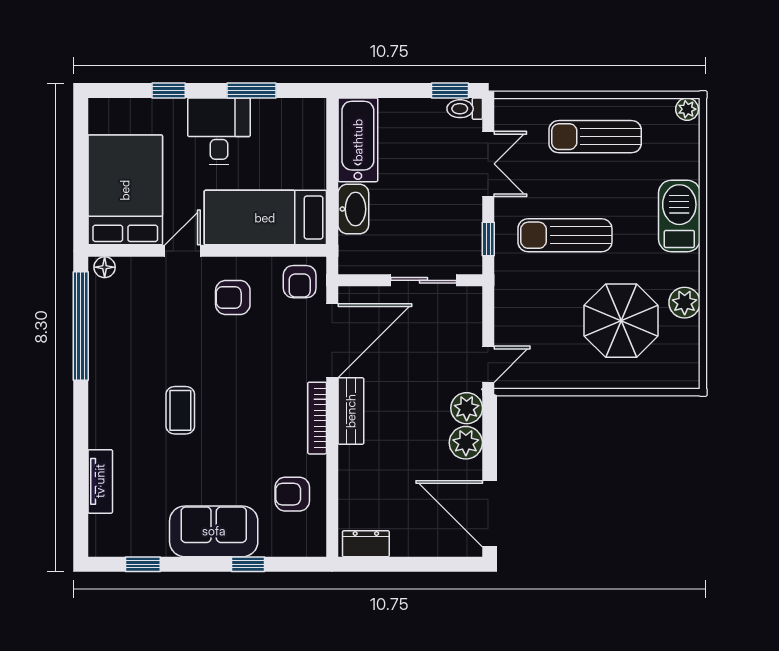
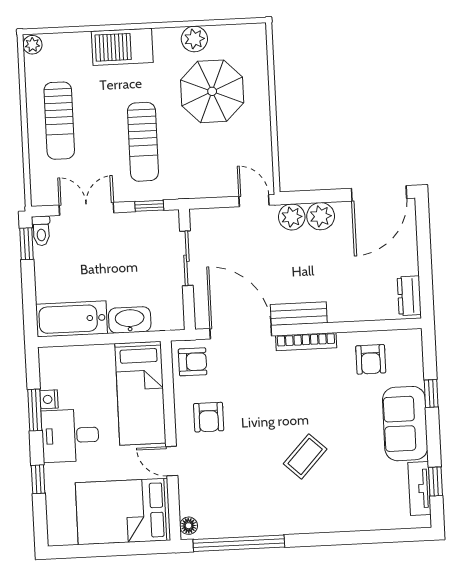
nightstand: (263, 108) -> (49, 399), added
coffee table: (180, 410) -> (305, 456), turned -47
tv unit: (100, 481) -> (419, 489), moved, turned -90

